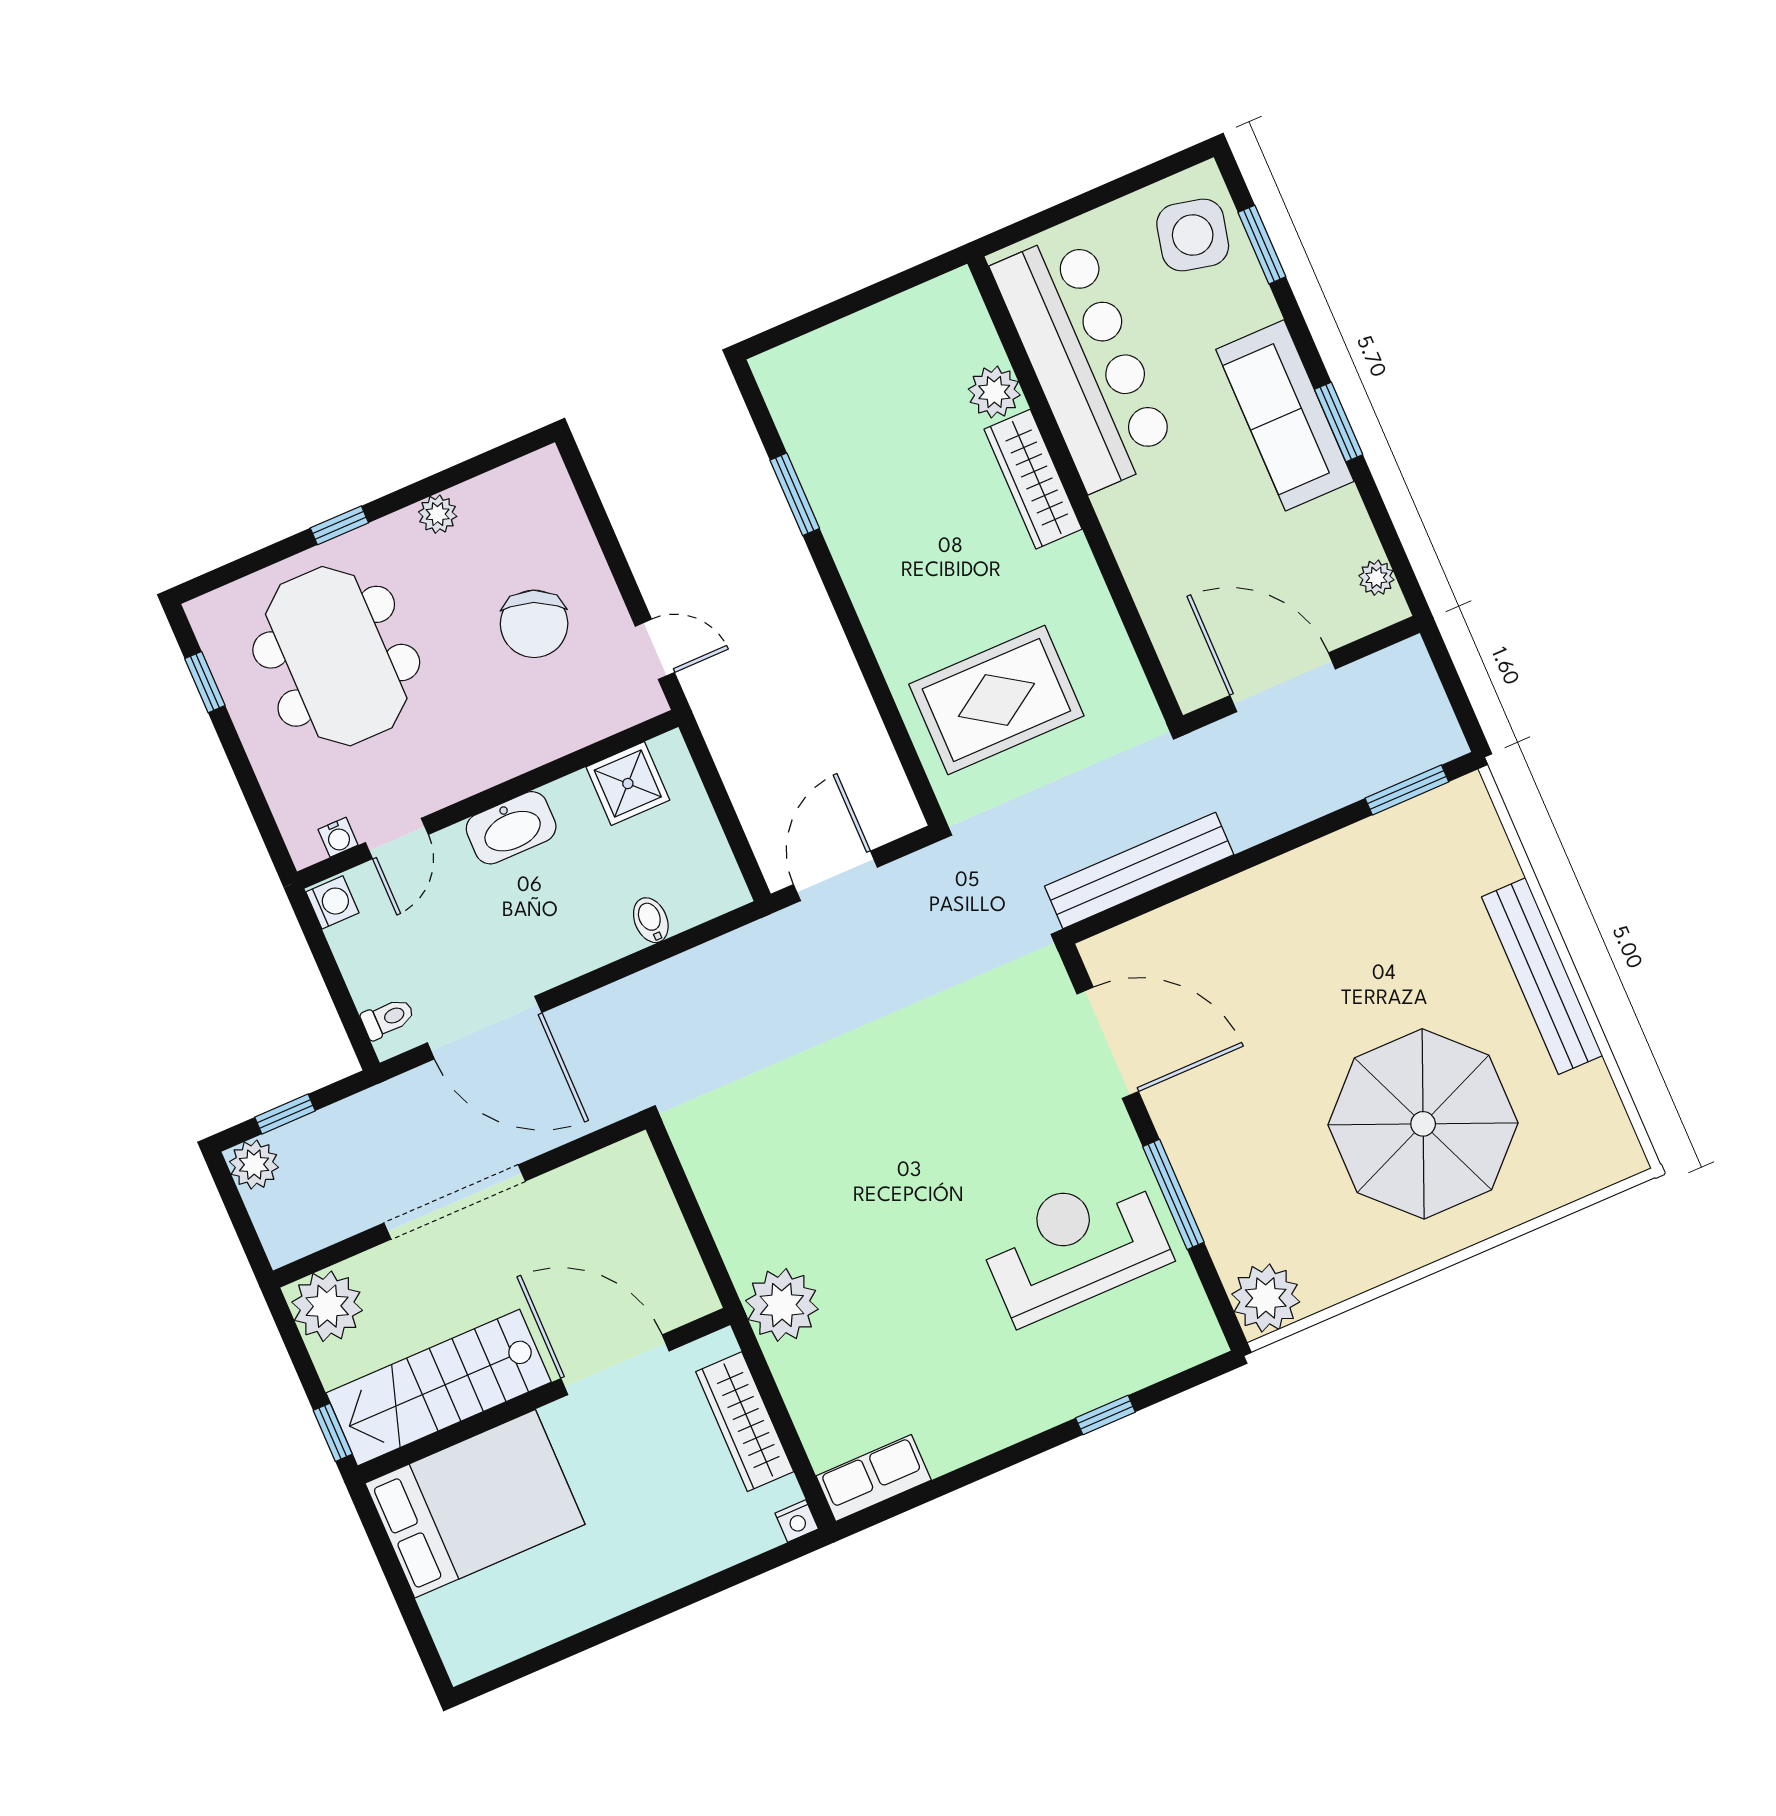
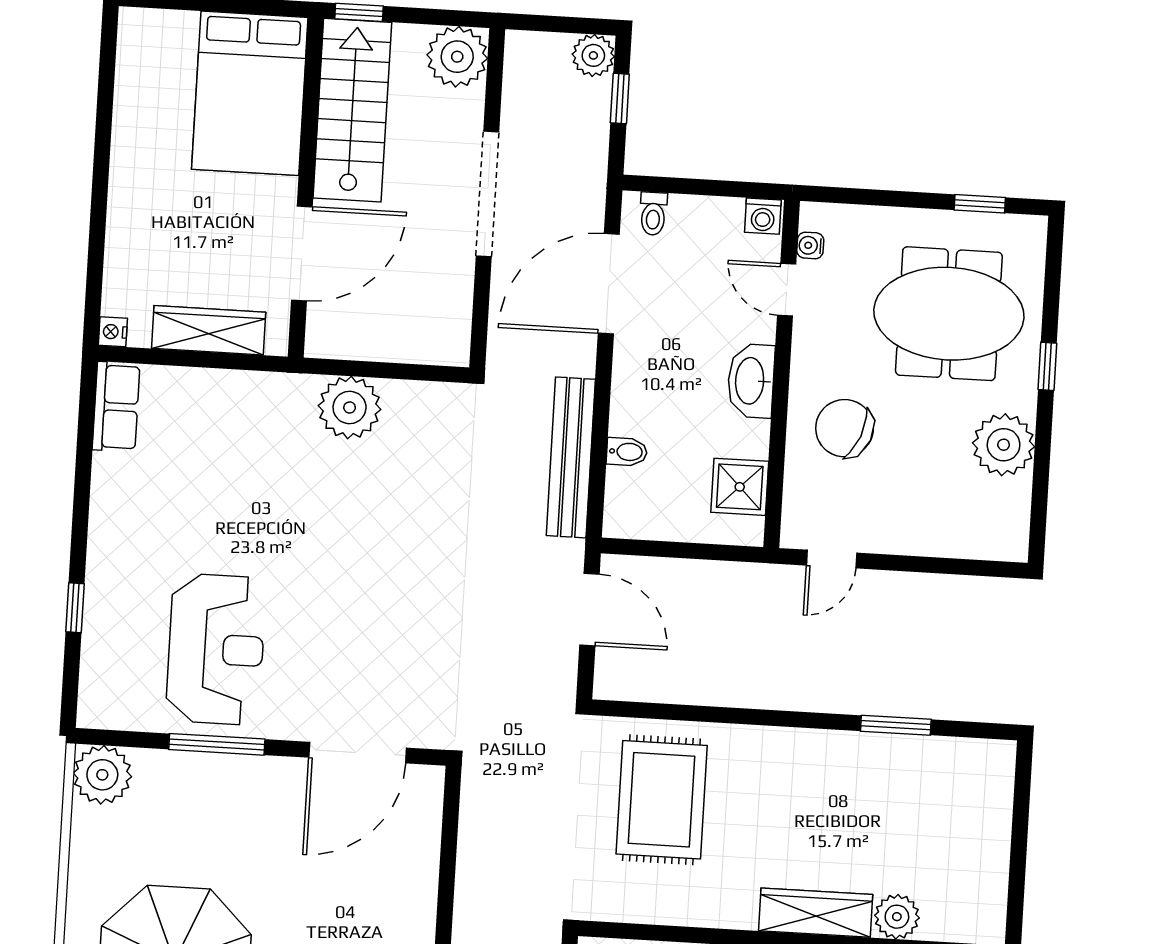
plant: (438, 514) -> (1004, 445), width x1.88, depth x1.88
chair: (534, 624) -> (845, 428), moved
bench: (1139, 870) -> (571, 457), moved
plant: (782, 1305) -> (350, 407), moved

